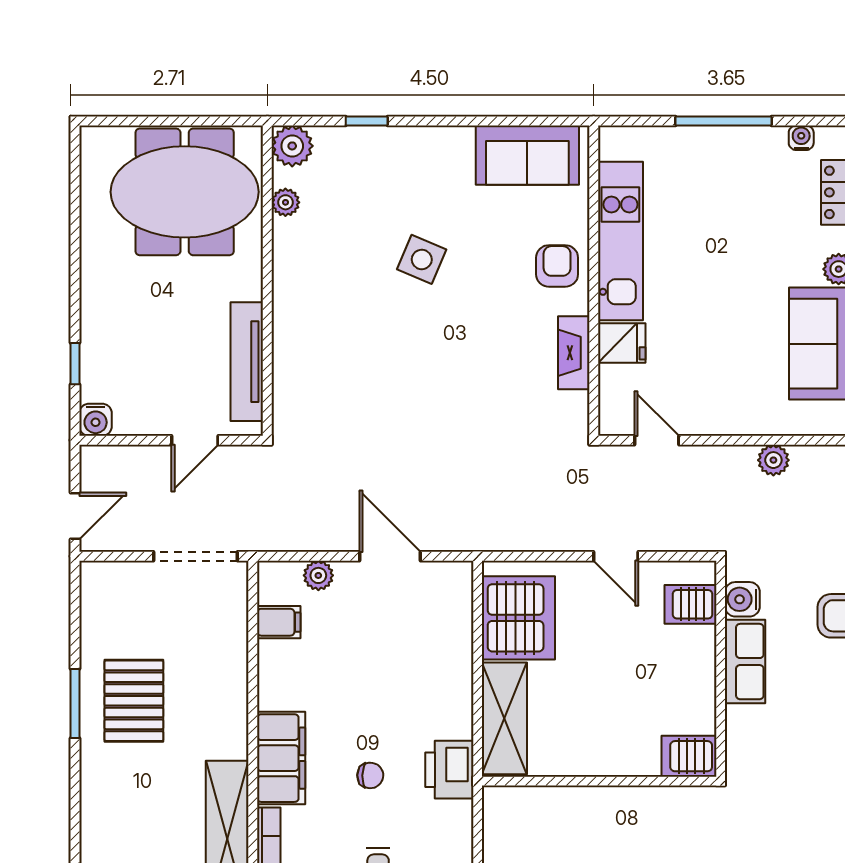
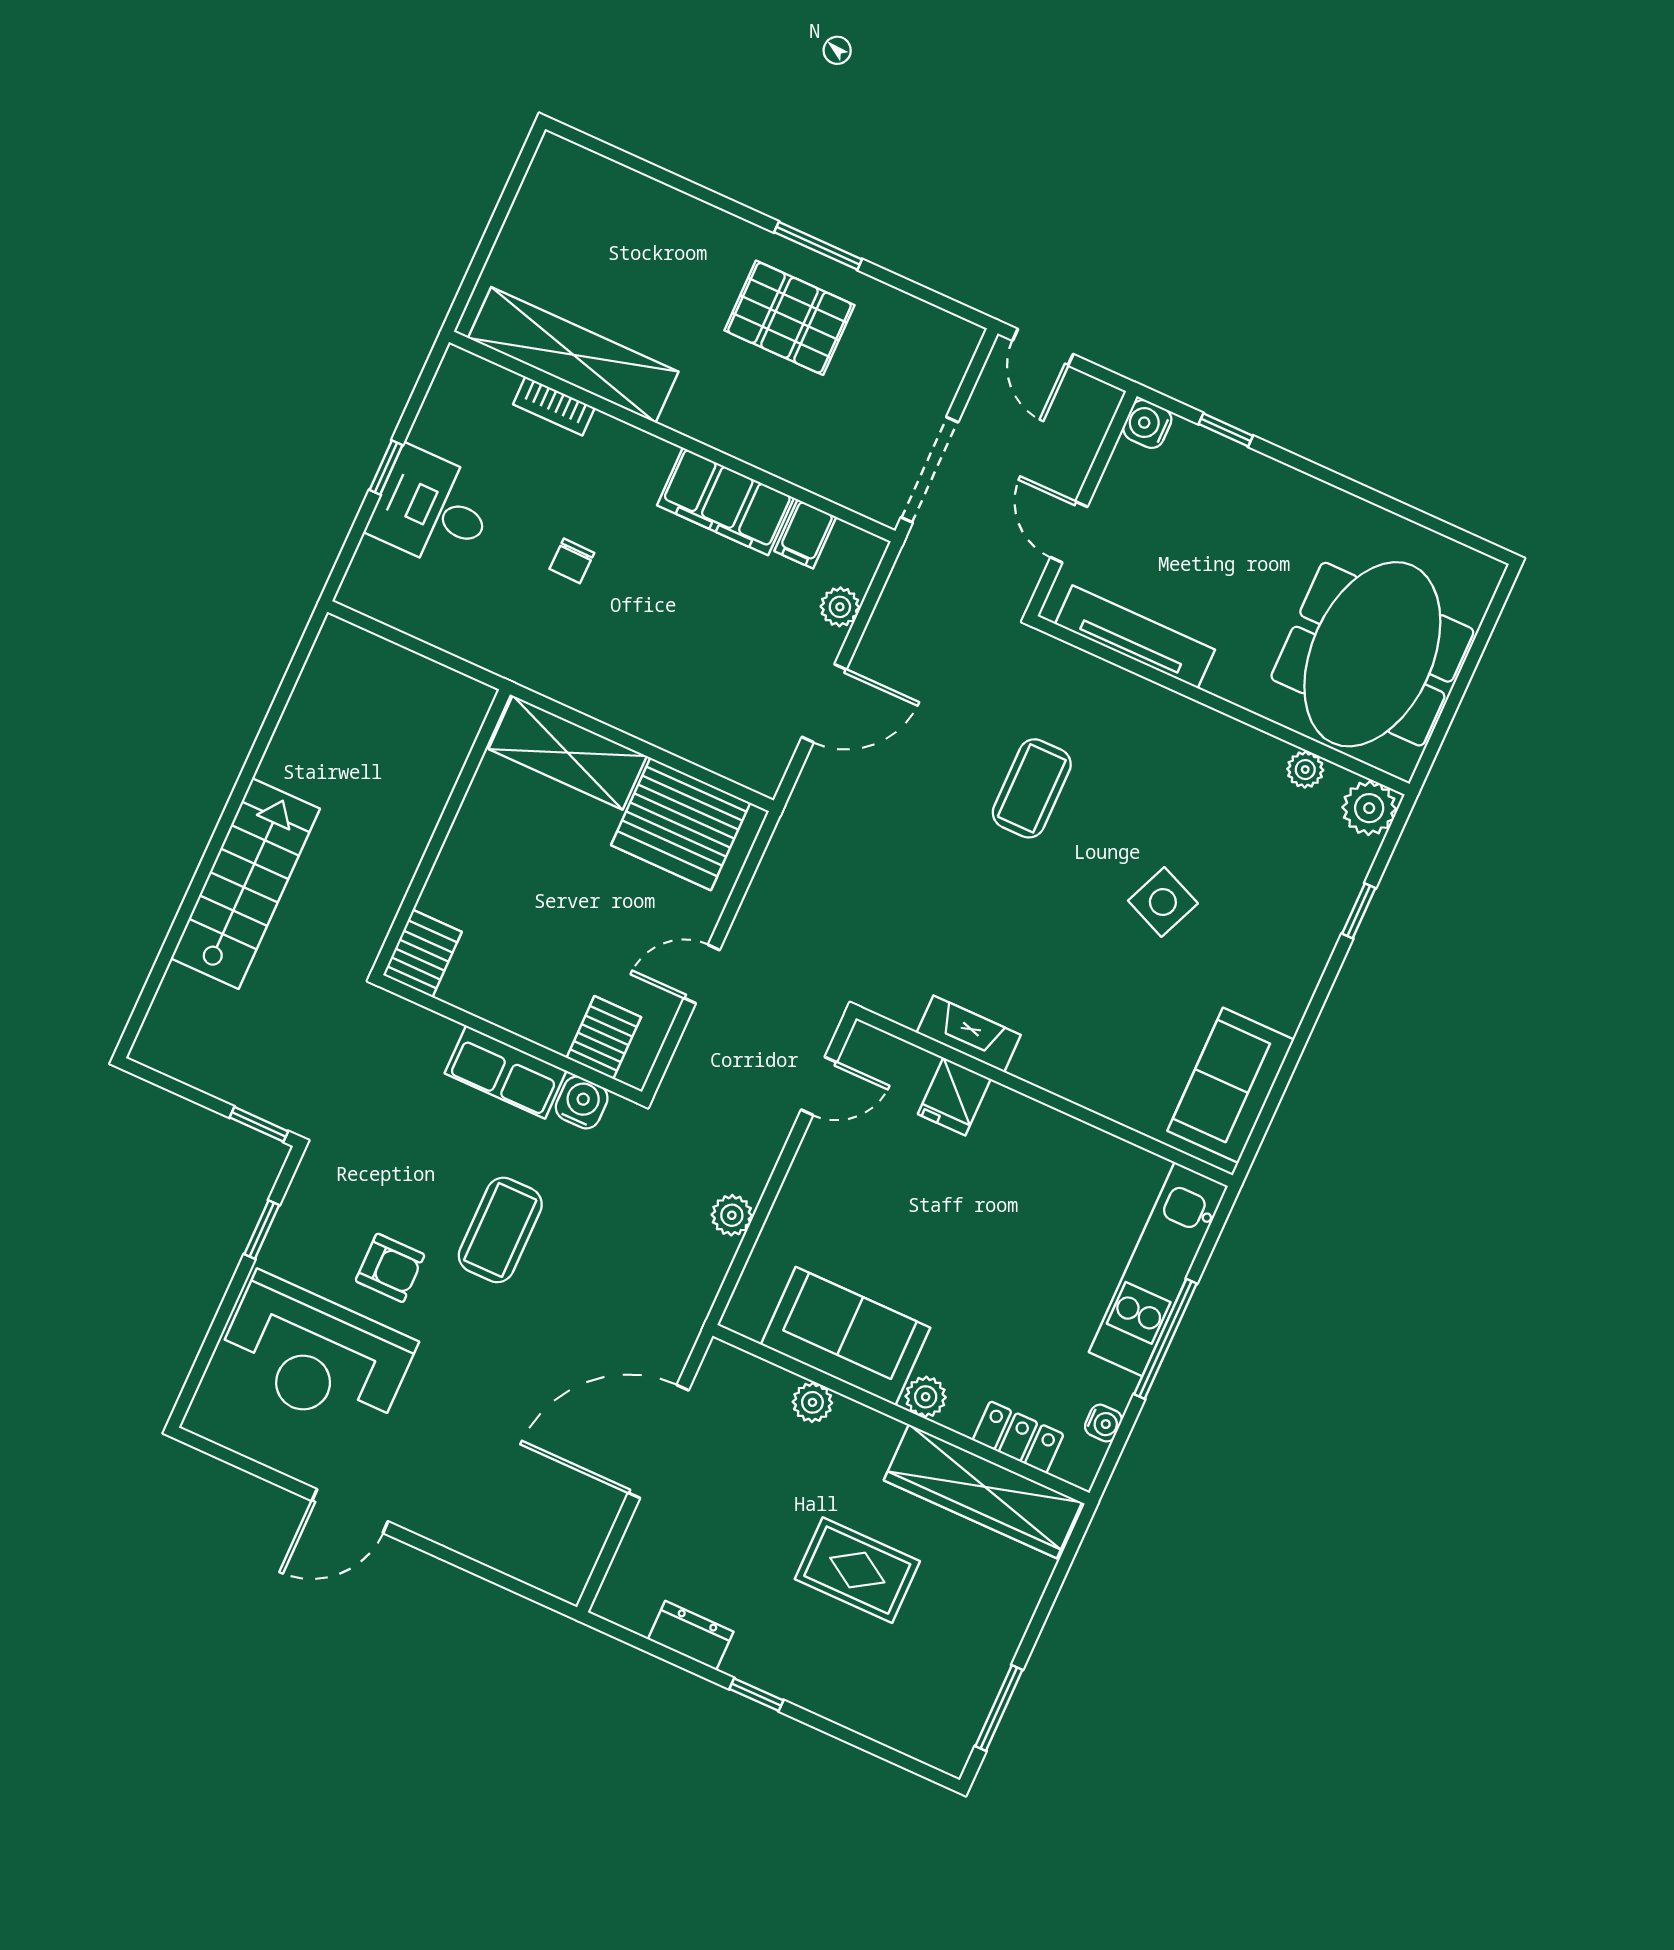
kitchen unit: (620, 241) -> (1158, 1269), moved, turned 90
armchair: (557, 266) -> (1082, 1061), removed
coffee table: (384, 386) -> (1032, 788), added
filing cabinet: (281, 758) -> (725, 502), moved
printer: (449, 770) -> (536, 659), removed

